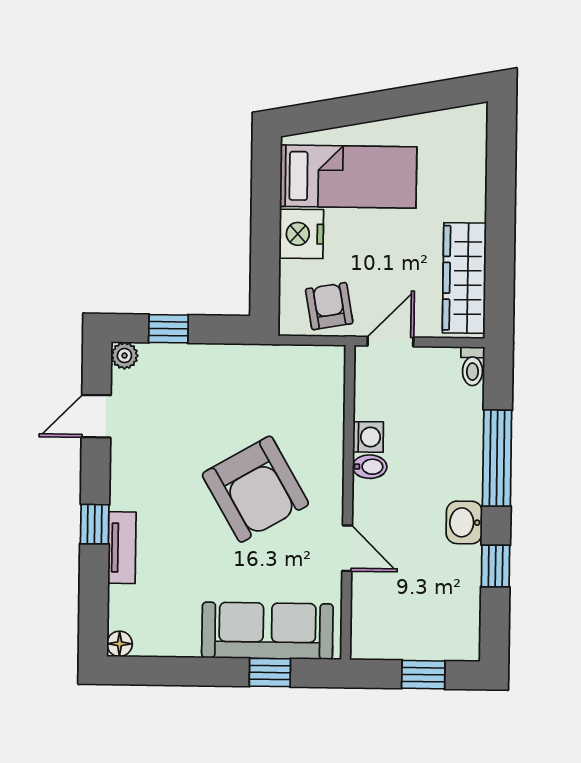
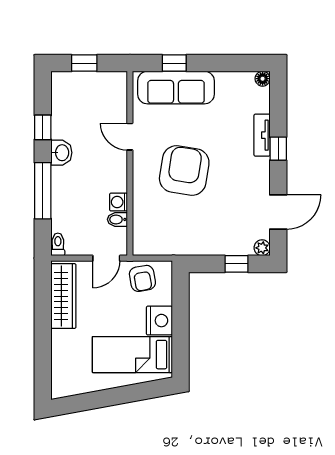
door: (96, 416) -> (278, 212), width x1.38
bidet: (370, 467) -> (117, 219), moved
armchair: (255, 489) -> (184, 171), turned 39

